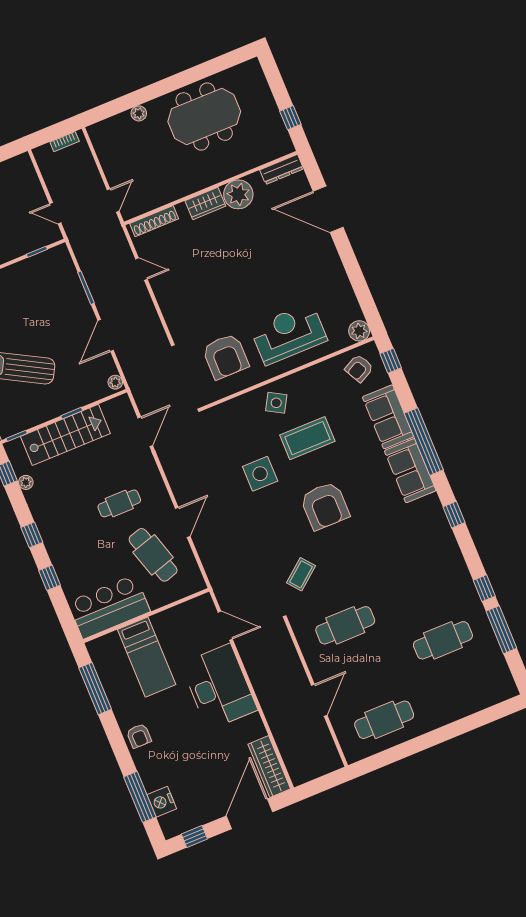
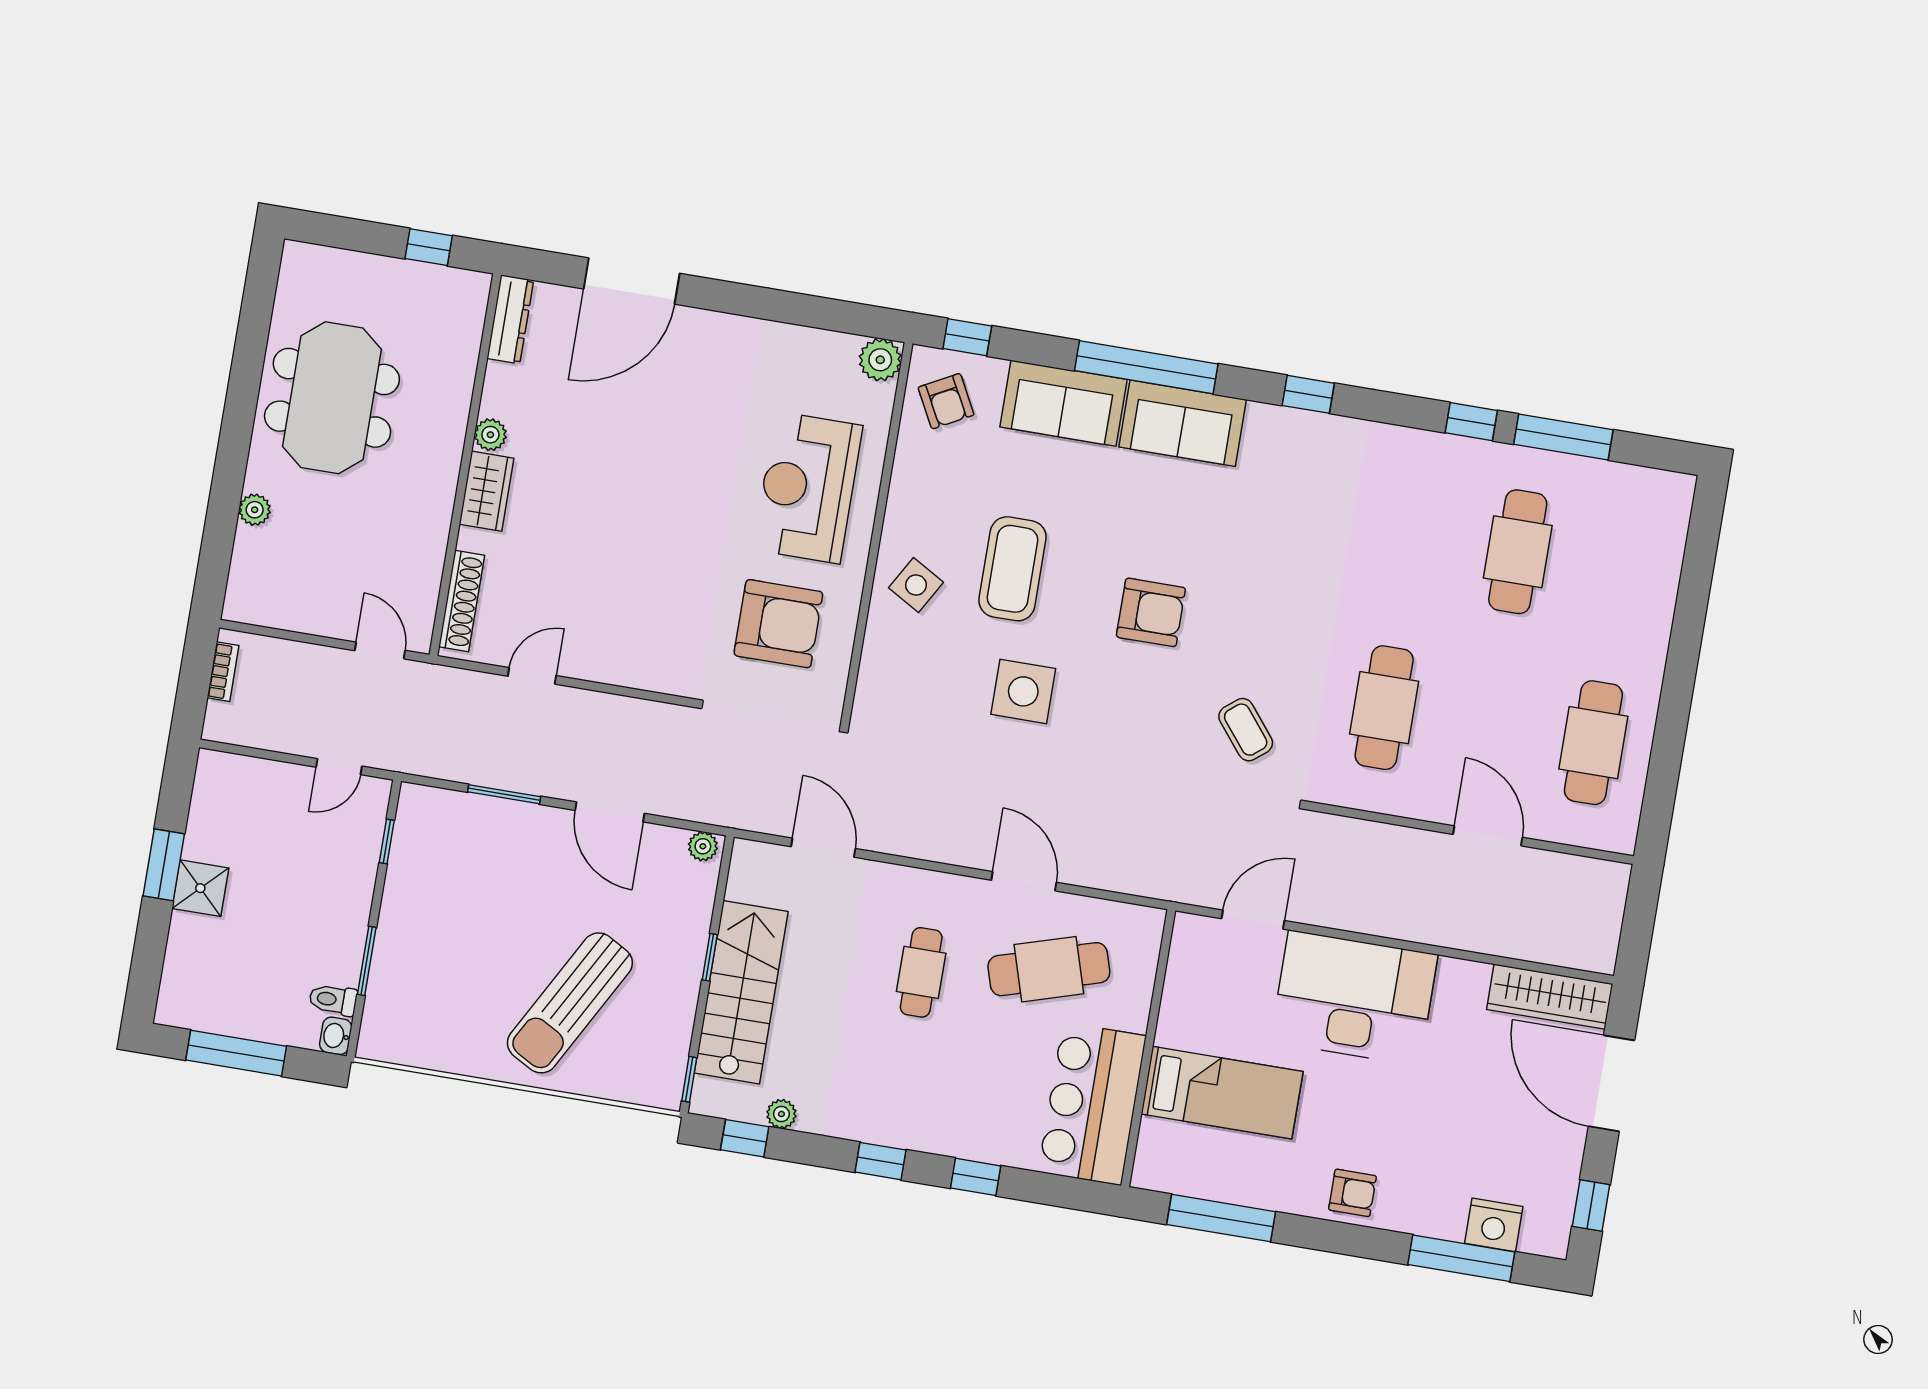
plant: (238, 194) -> (490, 435), width x0.53, depth x0.53
armchair: (325, 506) -> (1151, 612), width x0.73, depth x0.73

